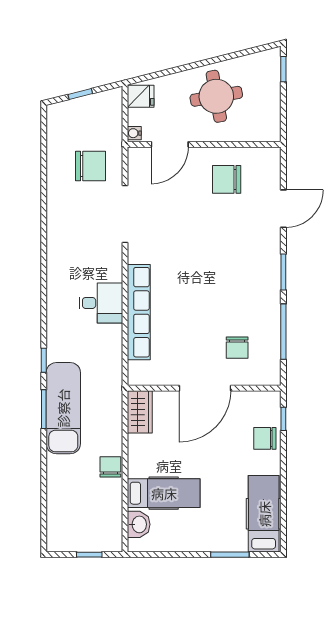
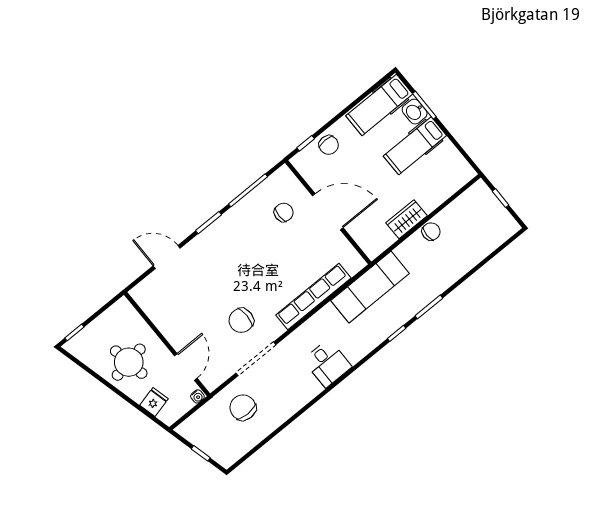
fridge: (141, 96) -> (154, 402), moved, turned 76
door: (170, 144) -> (186, 367), hinge flipped
chair: (227, 179) -> (241, 320), moved, turned 90
desk: (101, 303) -> (327, 363), moved, turned 180
exam couch: (63, 408) -> (370, 287), moved, turned 180
wardrobe: (140, 412) -> (407, 219), moved
chair: (110, 467) -> (431, 232), turned 180
hospital bed: (164, 493) -> (415, 146), moved, turned -90
washbasin: (139, 524) -> (415, 112), moved, turned -90

